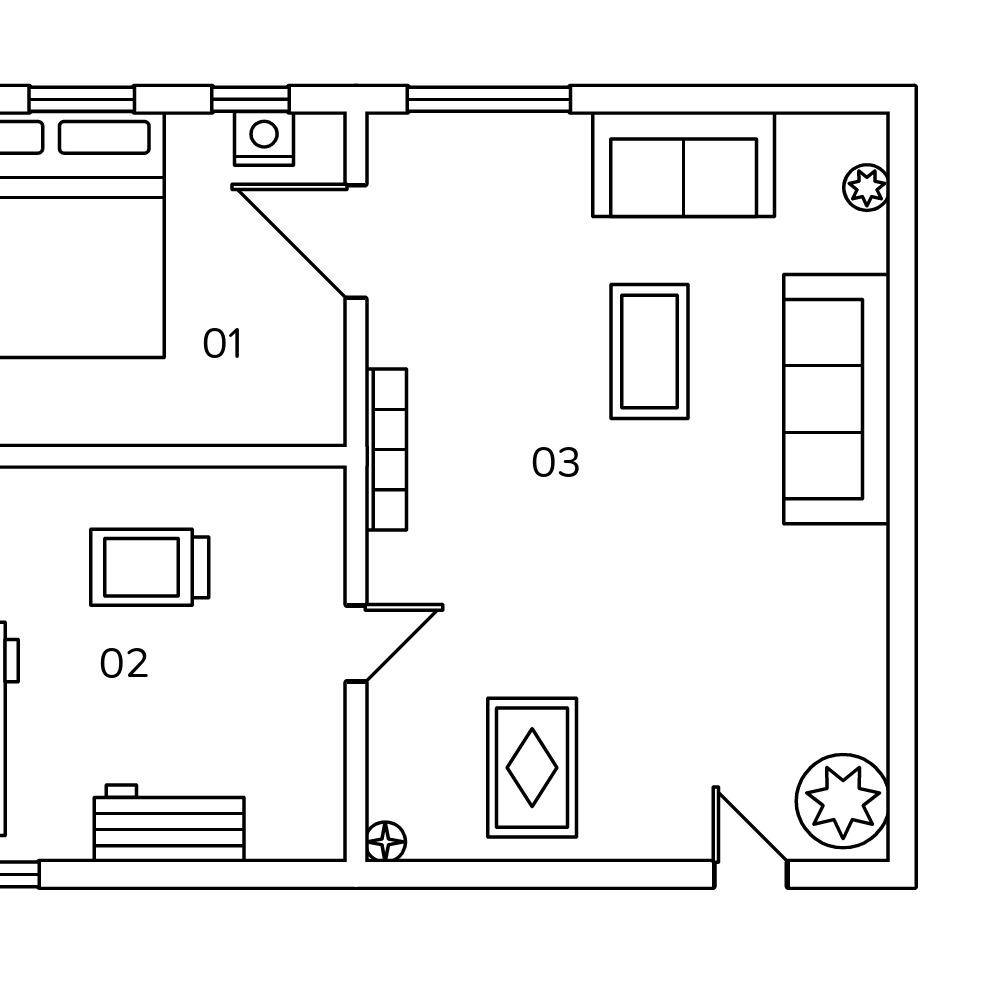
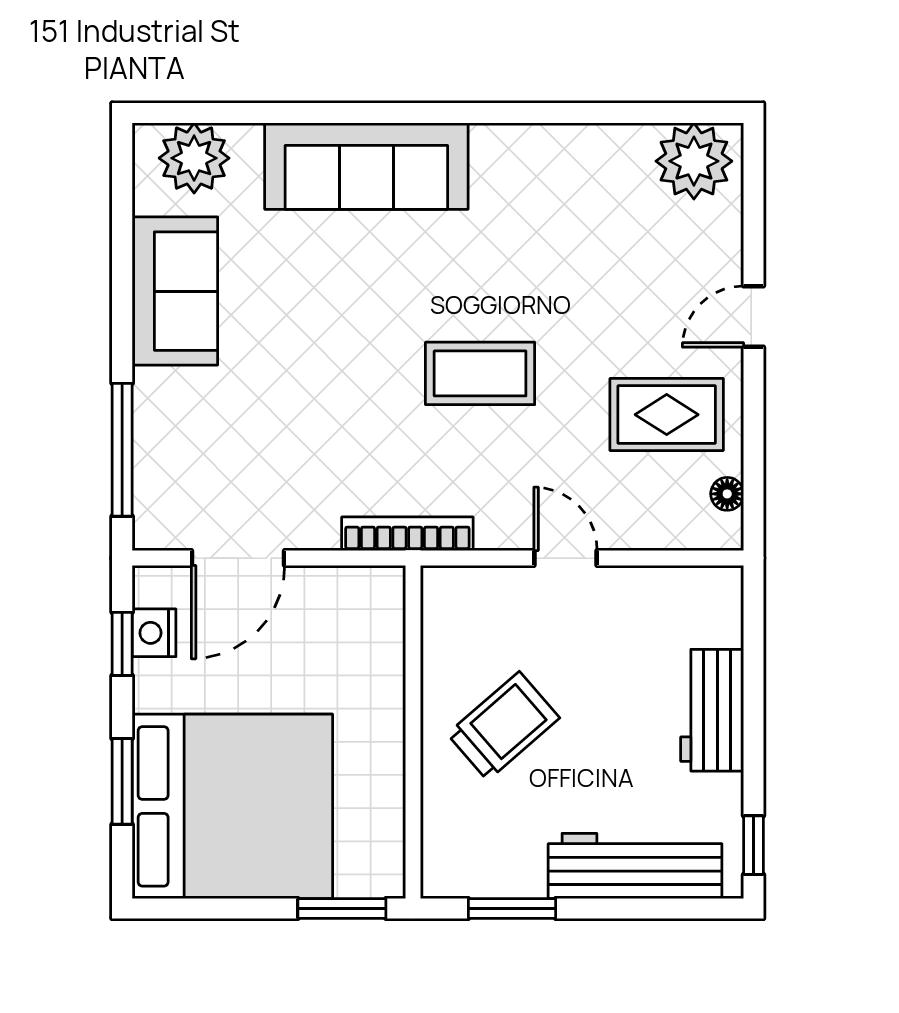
plant: (867, 188) -> (194, 158), width x1.88, depth x1.88
coffee table: (650, 352) -> (480, 373), moved
trolley: (150, 567) -> (503, 726), turned -131
floor lamp: (385, 842) -> (727, 494), moved
door: (751, 874) -> (754, 317), moved

